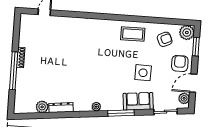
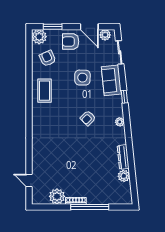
plant: (26, 39) -> (57, 196), added
armchair: (102, 75) -> (88, 118), added
window: (121, 113) -> (124, 97), width x0.46

